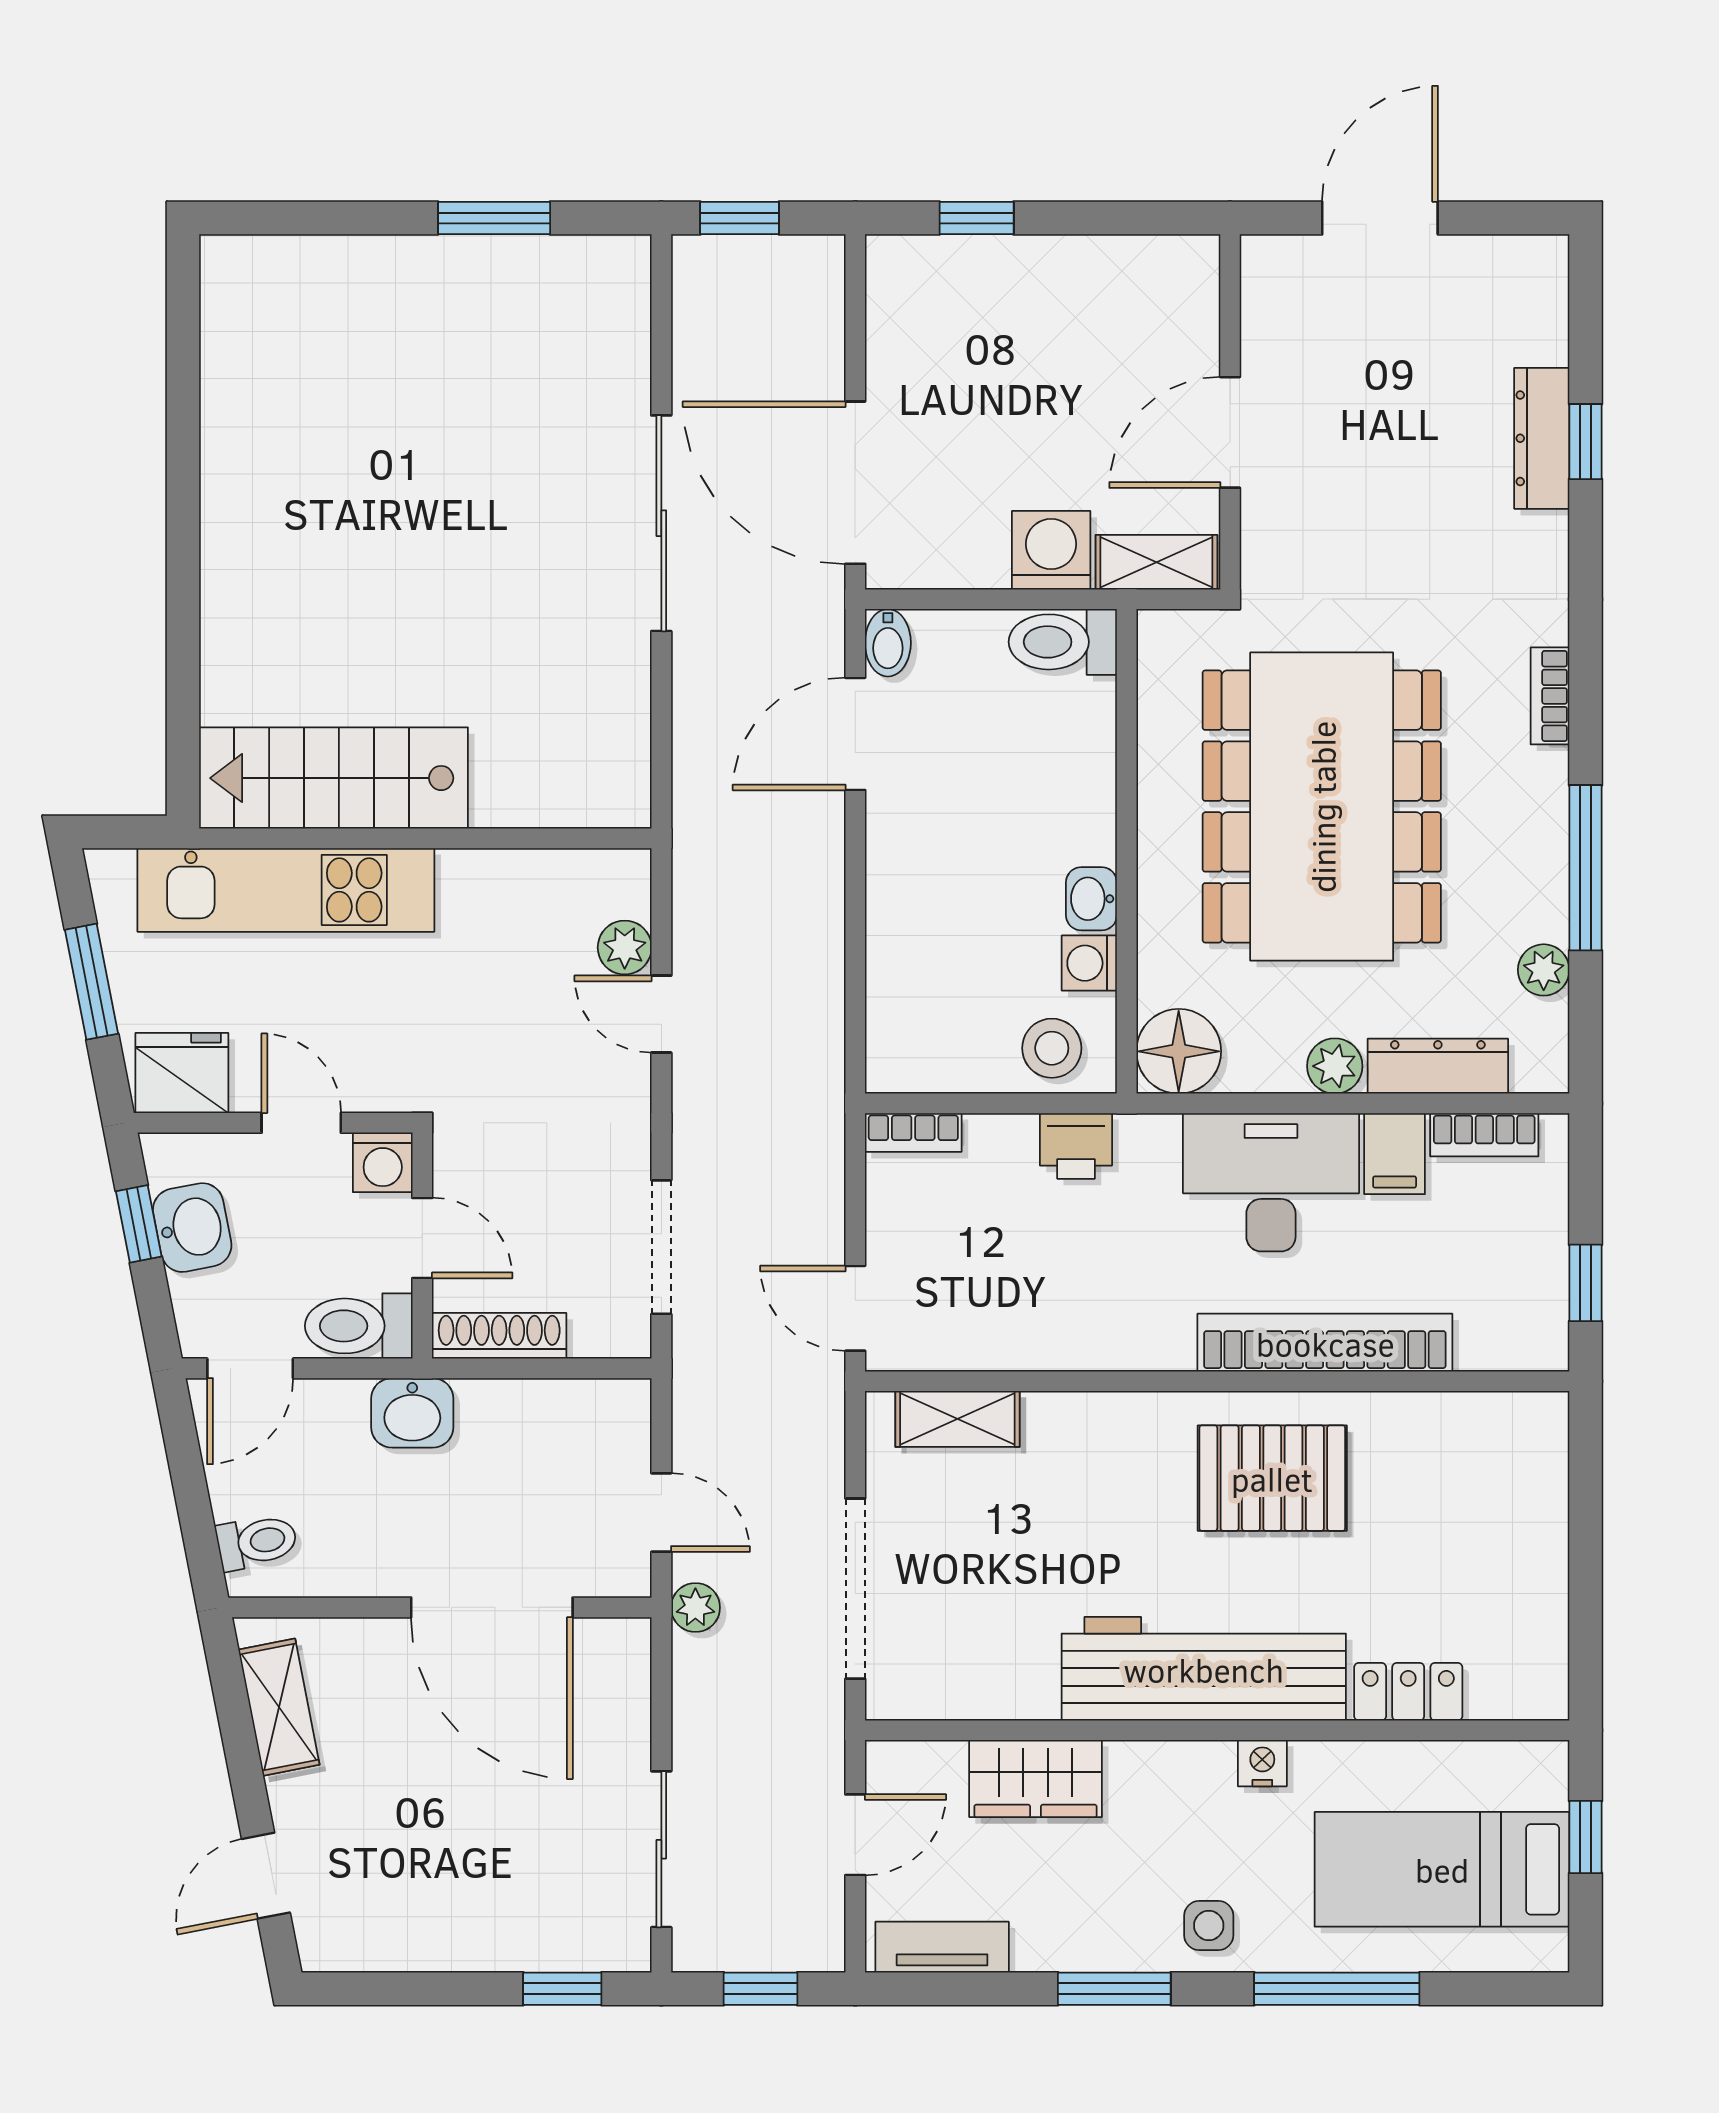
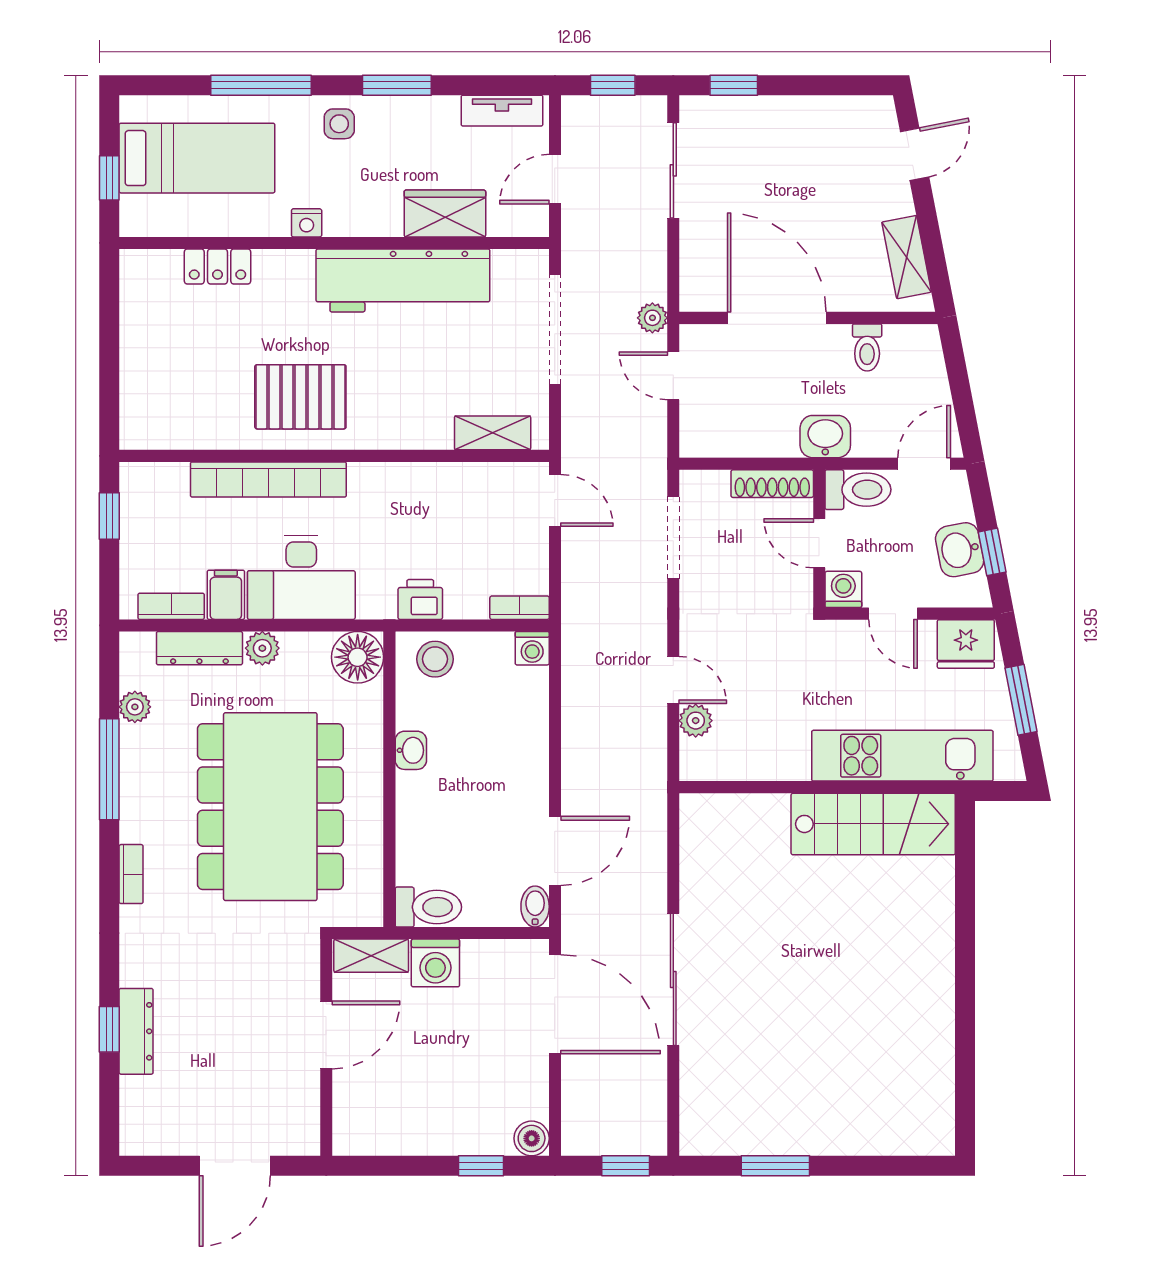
boiler: (894, 263) -> (532, 1138), added
washing machine: (1089, 963) -> (532, 648), moved, turned 90
toilet: (257, 1542) -> (867, 347), moved, turned -79
workbench: (1204, 1669) -> (403, 280), moved

